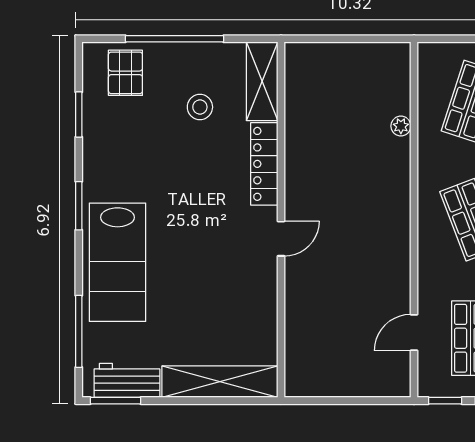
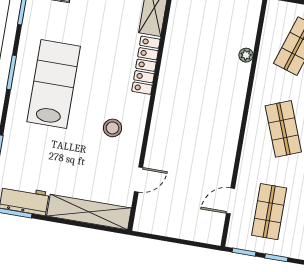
stool: (200, 107) -> (112, 128), moved
door: (281, 239) -> (139, 179), moved
lab bench: (117, 262) -> (54, 84), moved, turned 180

